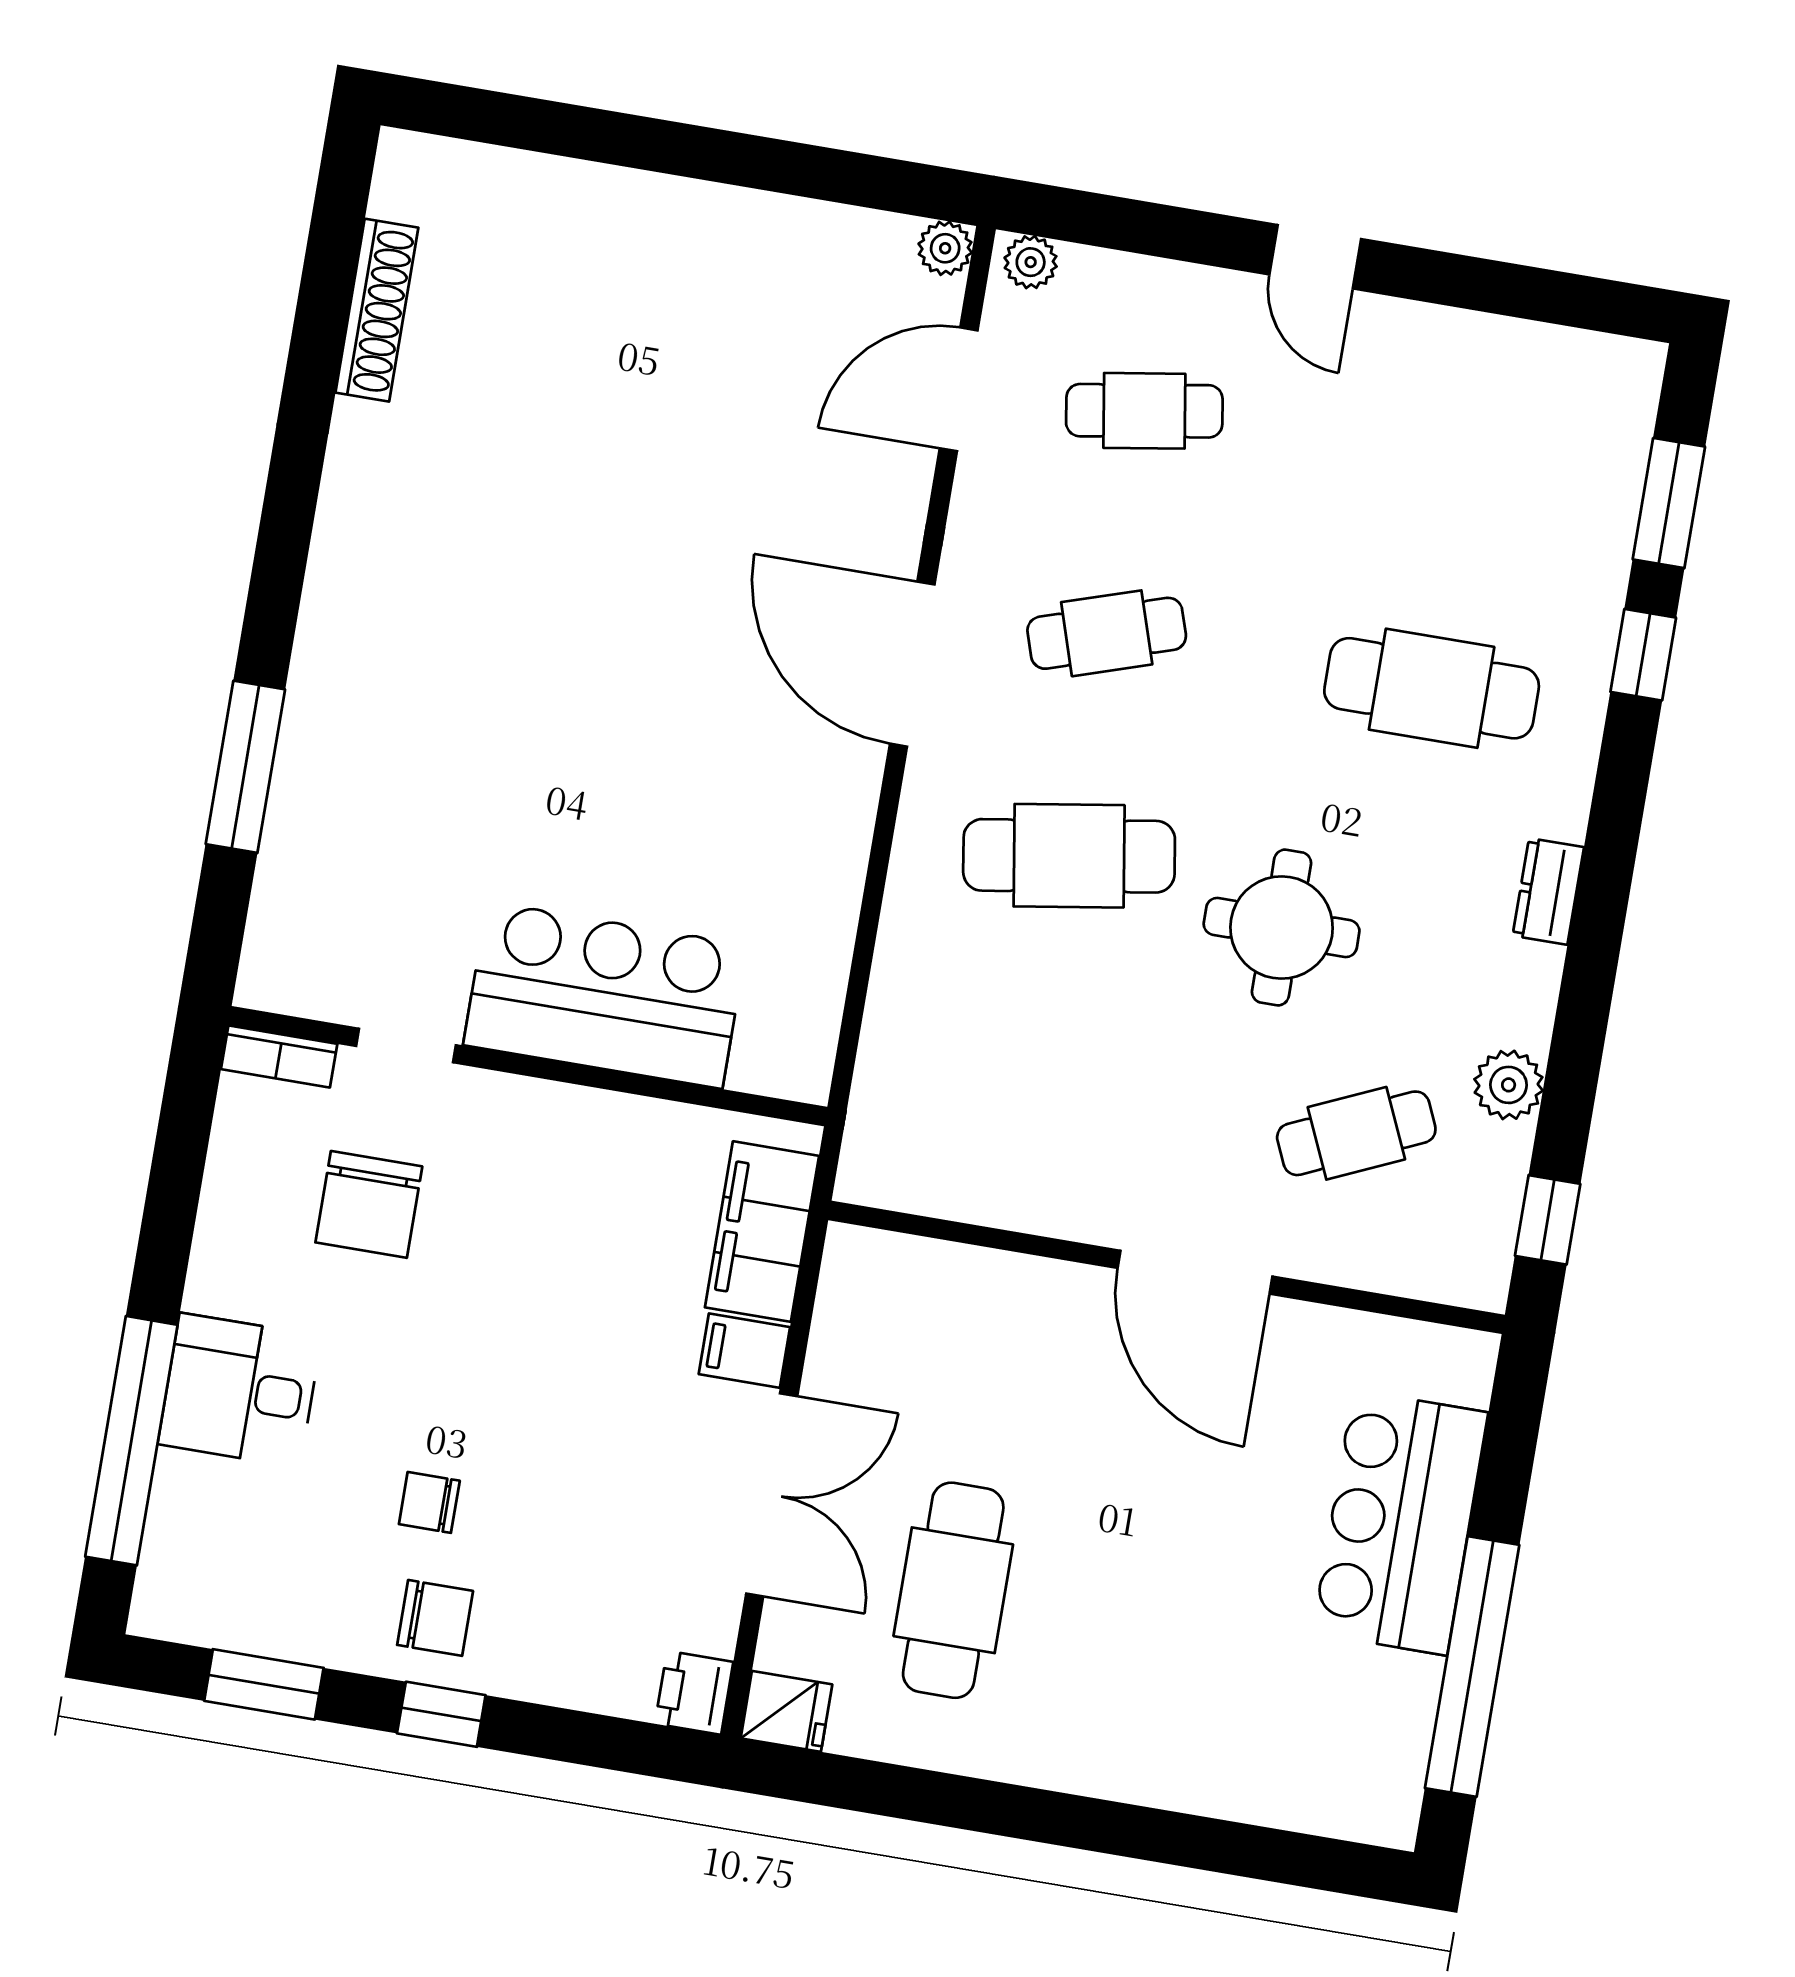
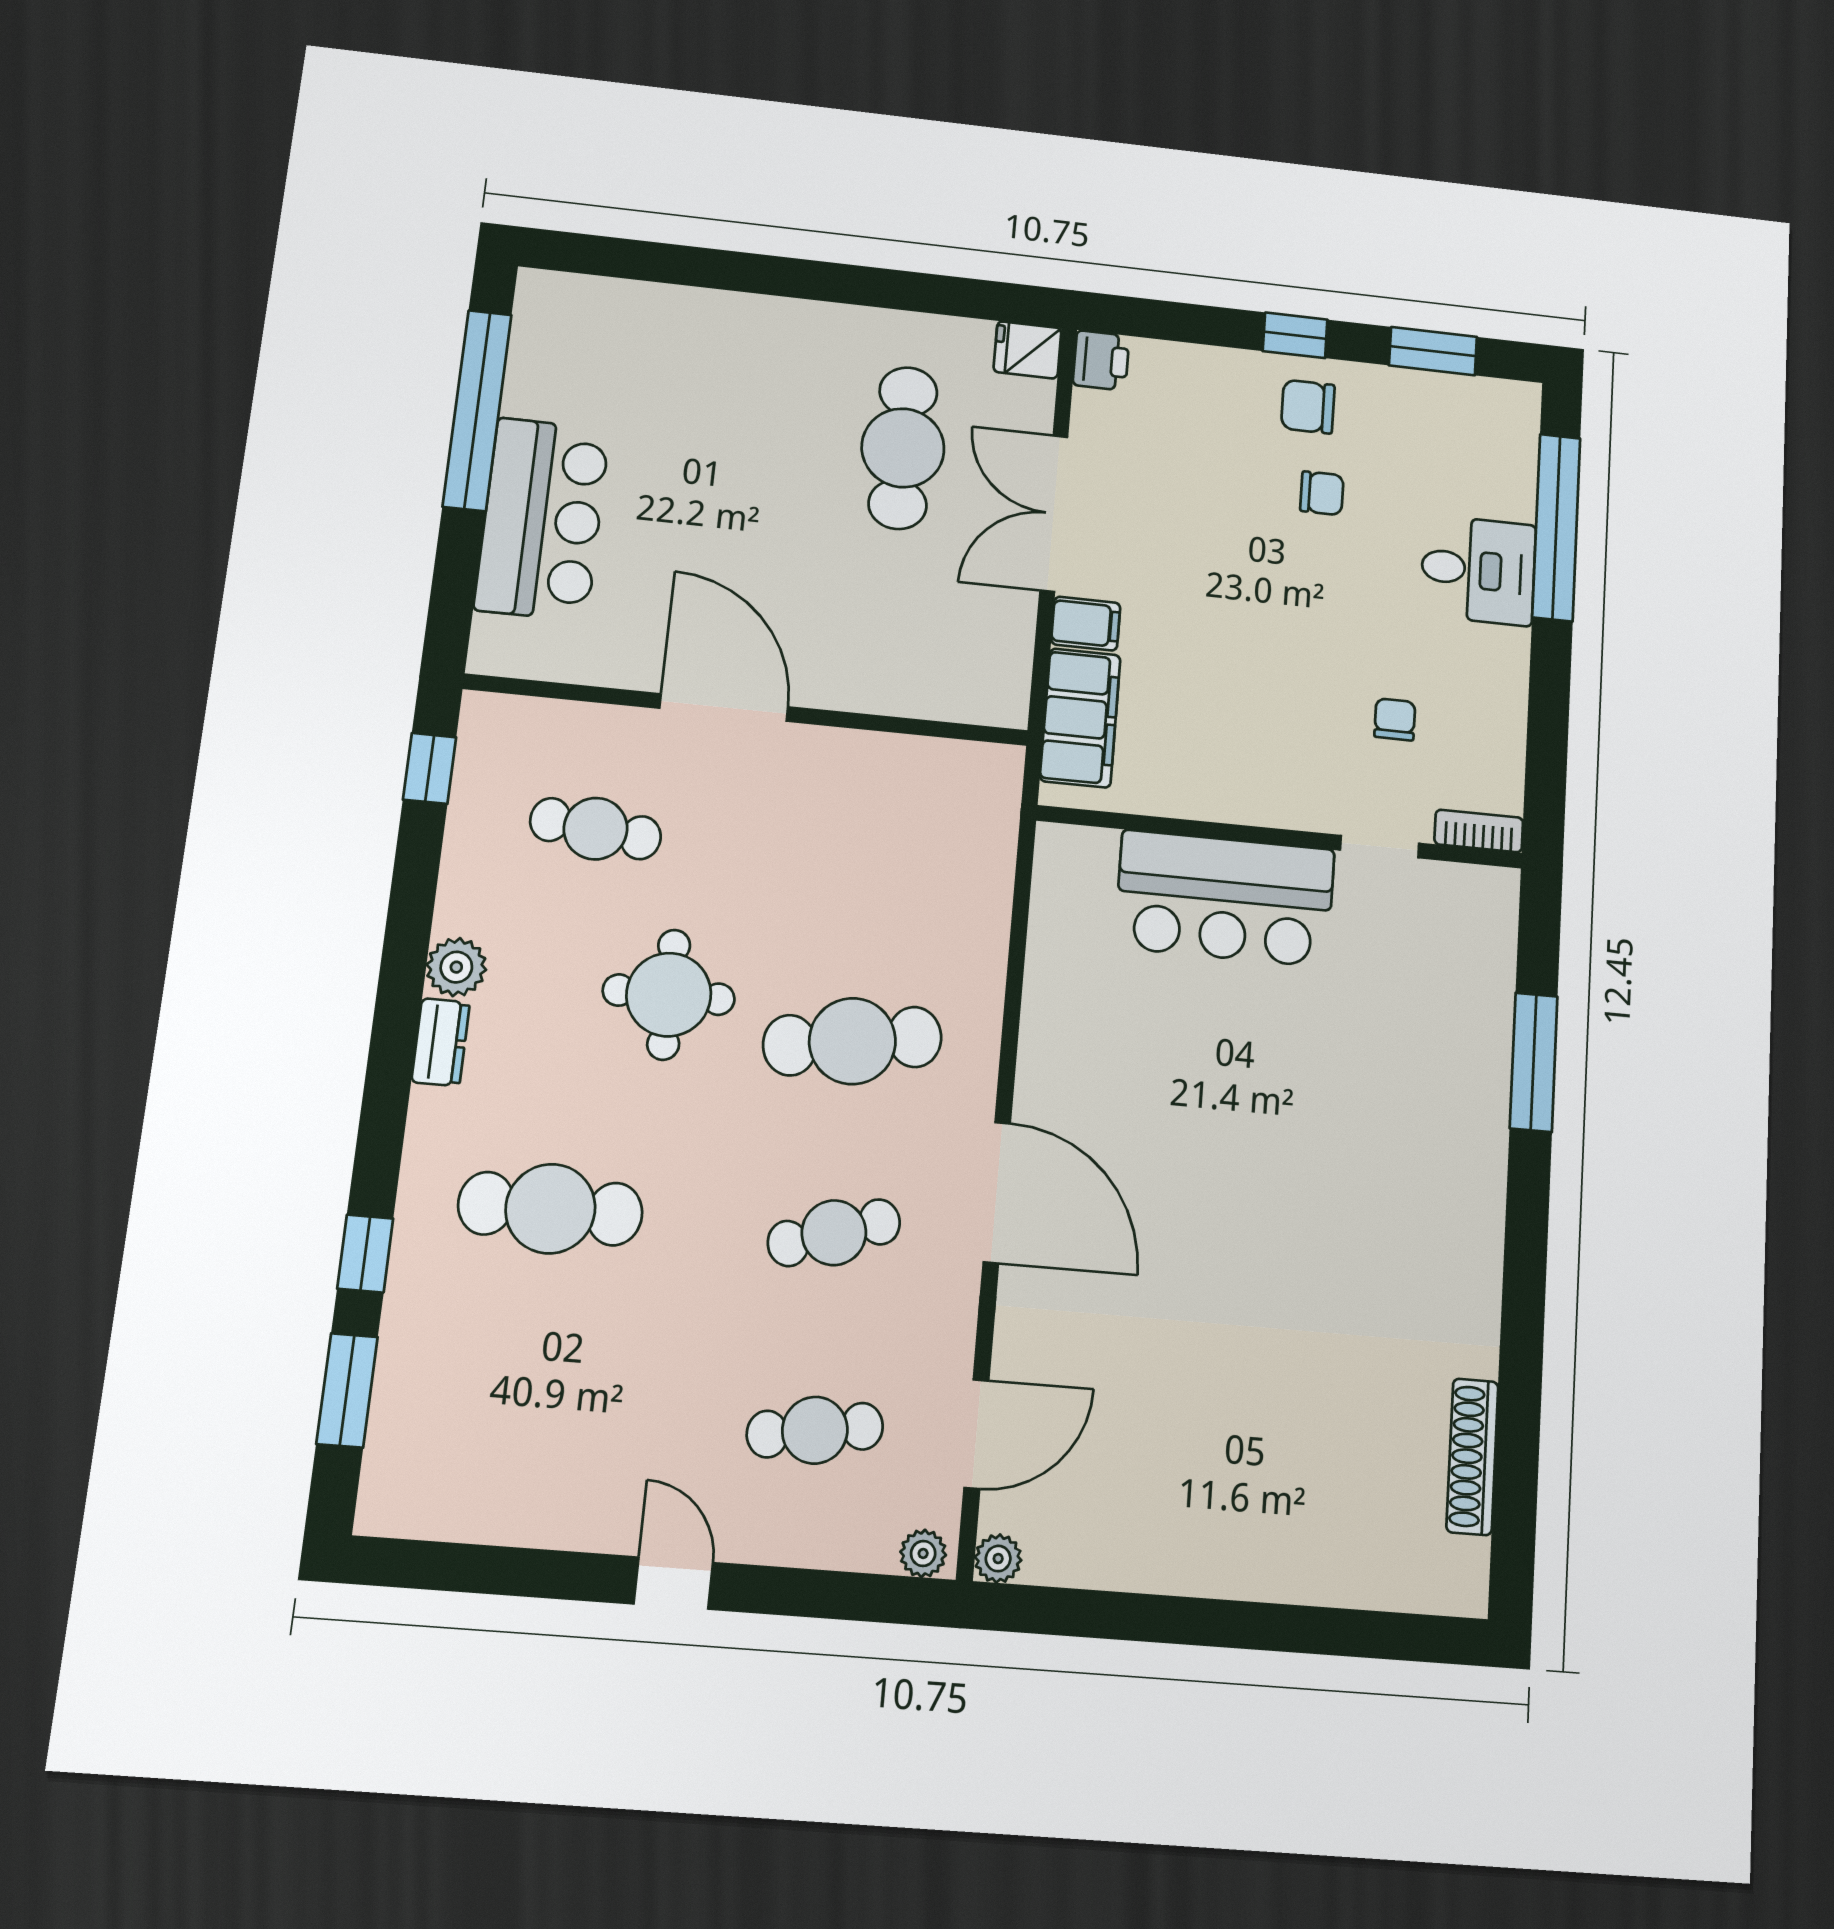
plant: (1509, 1085) -> (456, 967), moved
cafe table: (1356, 1133) -> (596, 829), turned 30
chair: (369, 1204) -> (1395, 719), width x0.54, depth x0.54

